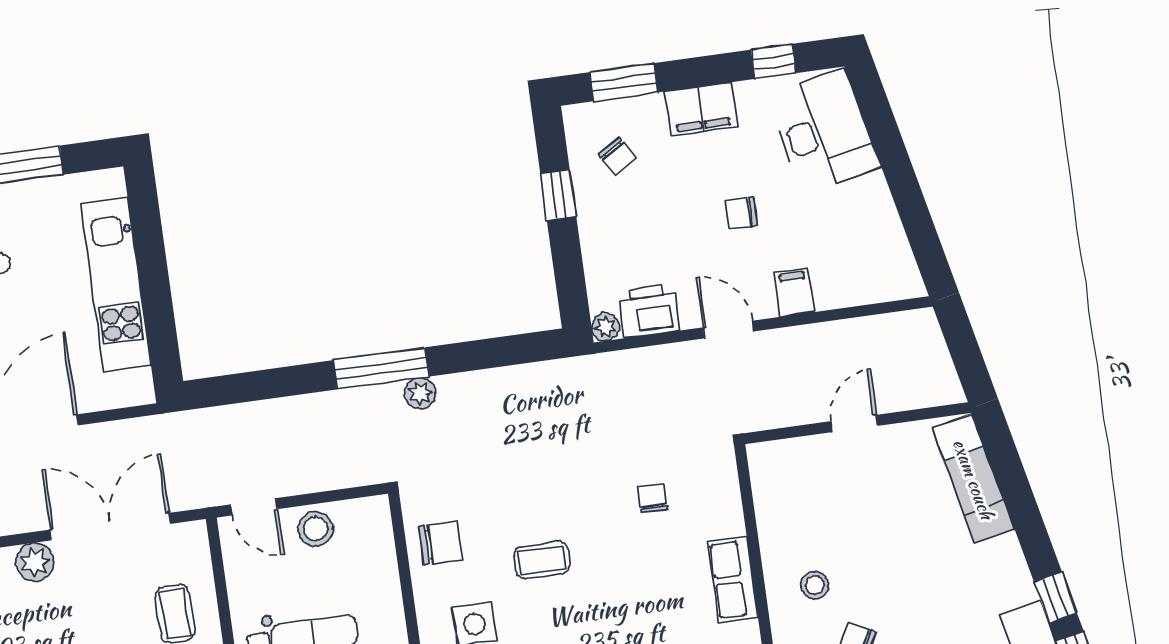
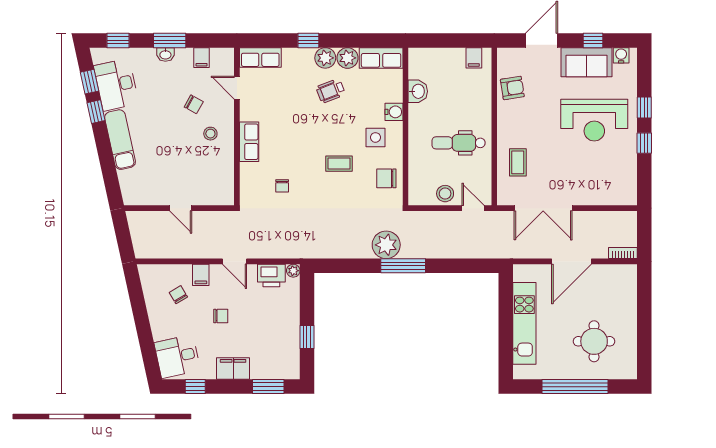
desk: (824, 131) -> (177, 356), width x0.73
chair: (618, 156) -> (178, 295), moved
plant: (420, 393) -> (386, 245), width x1.87, depth x1.87
door: (854, 423) -> (181, 208), hinge flipped
exam couch: (973, 479) -> (120, 140), moved
plant: (35, 562) -> (581, 196), removed

